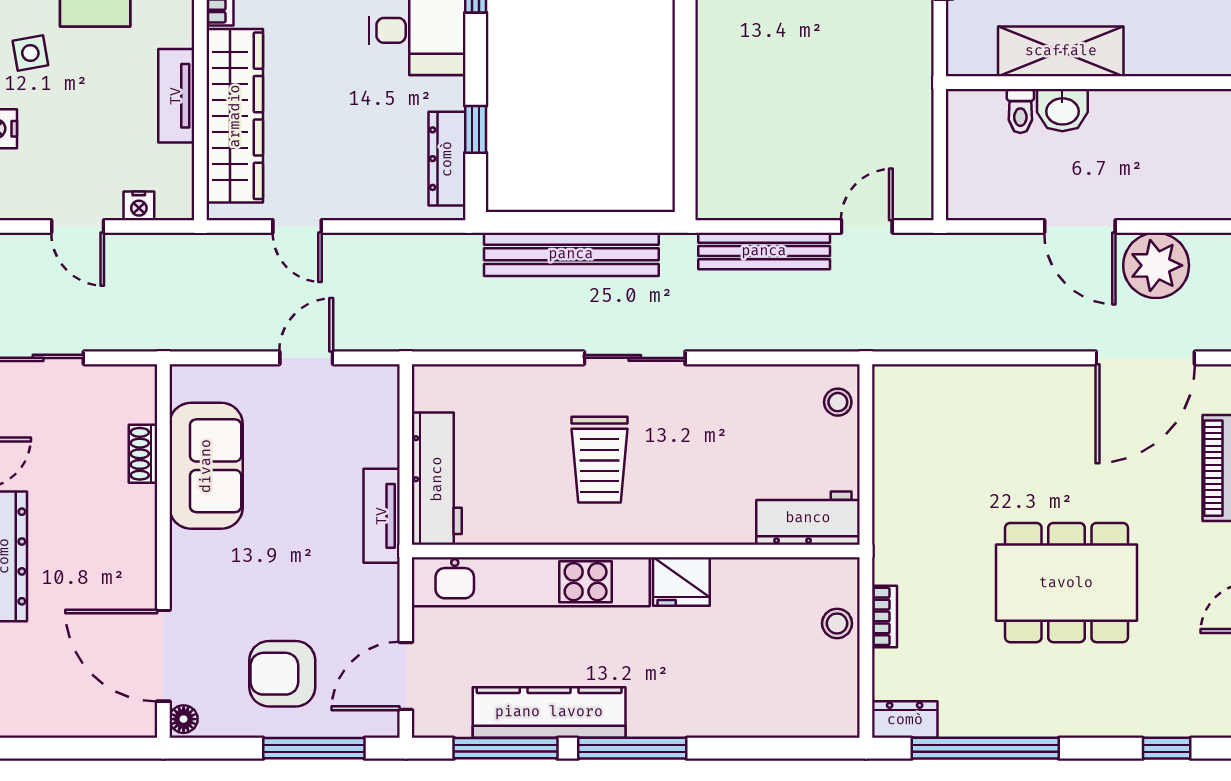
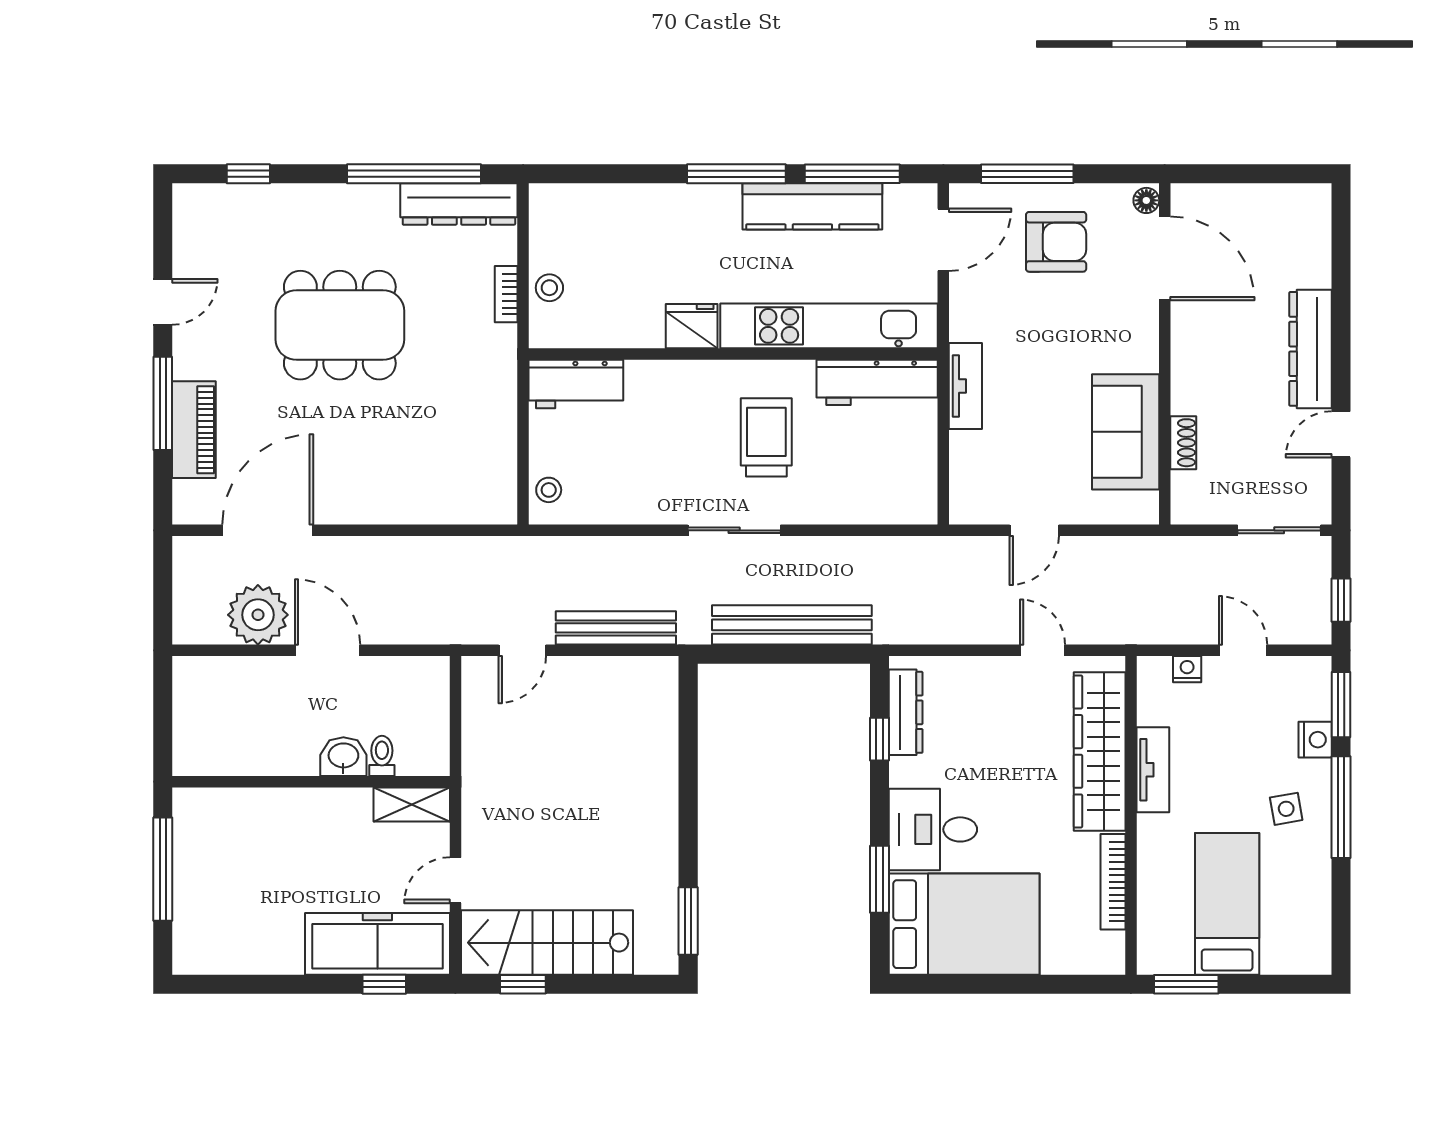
shelving: (1061, 51) -> (412, 804), moved, width x0.67, depth x0.75
workbench: (437, 479) -> (877, 382), moved, turned -90
dresser: (905, 720) -> (459, 204), width x1.96, depth x1.24

